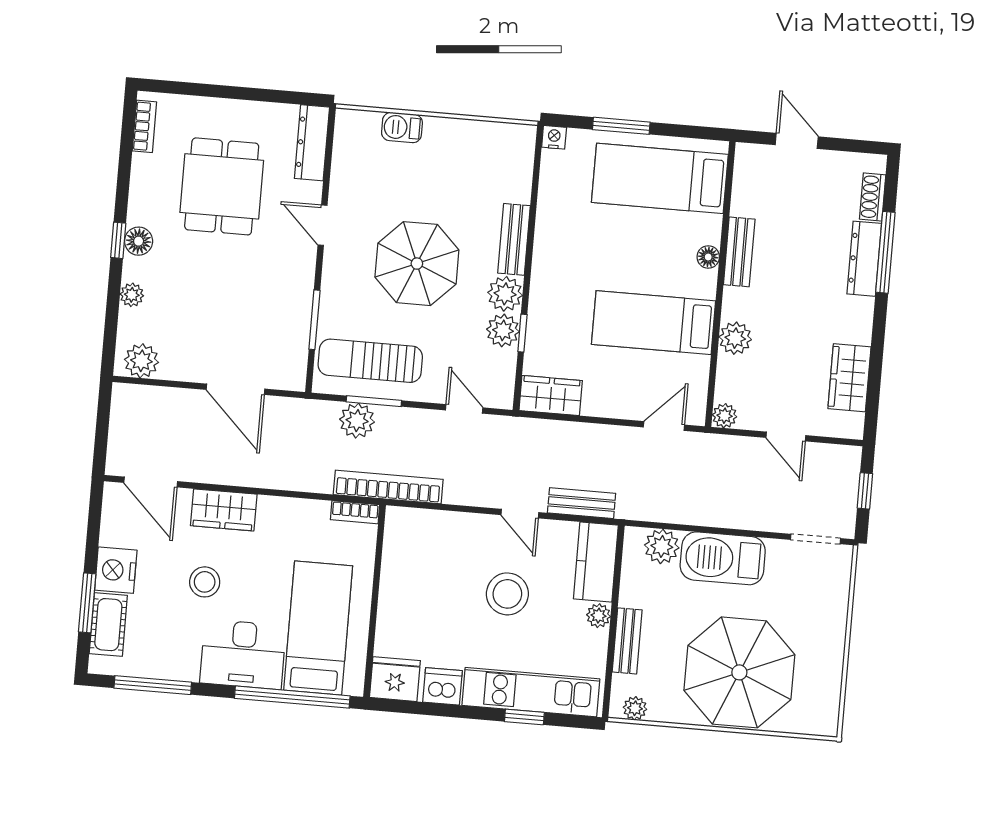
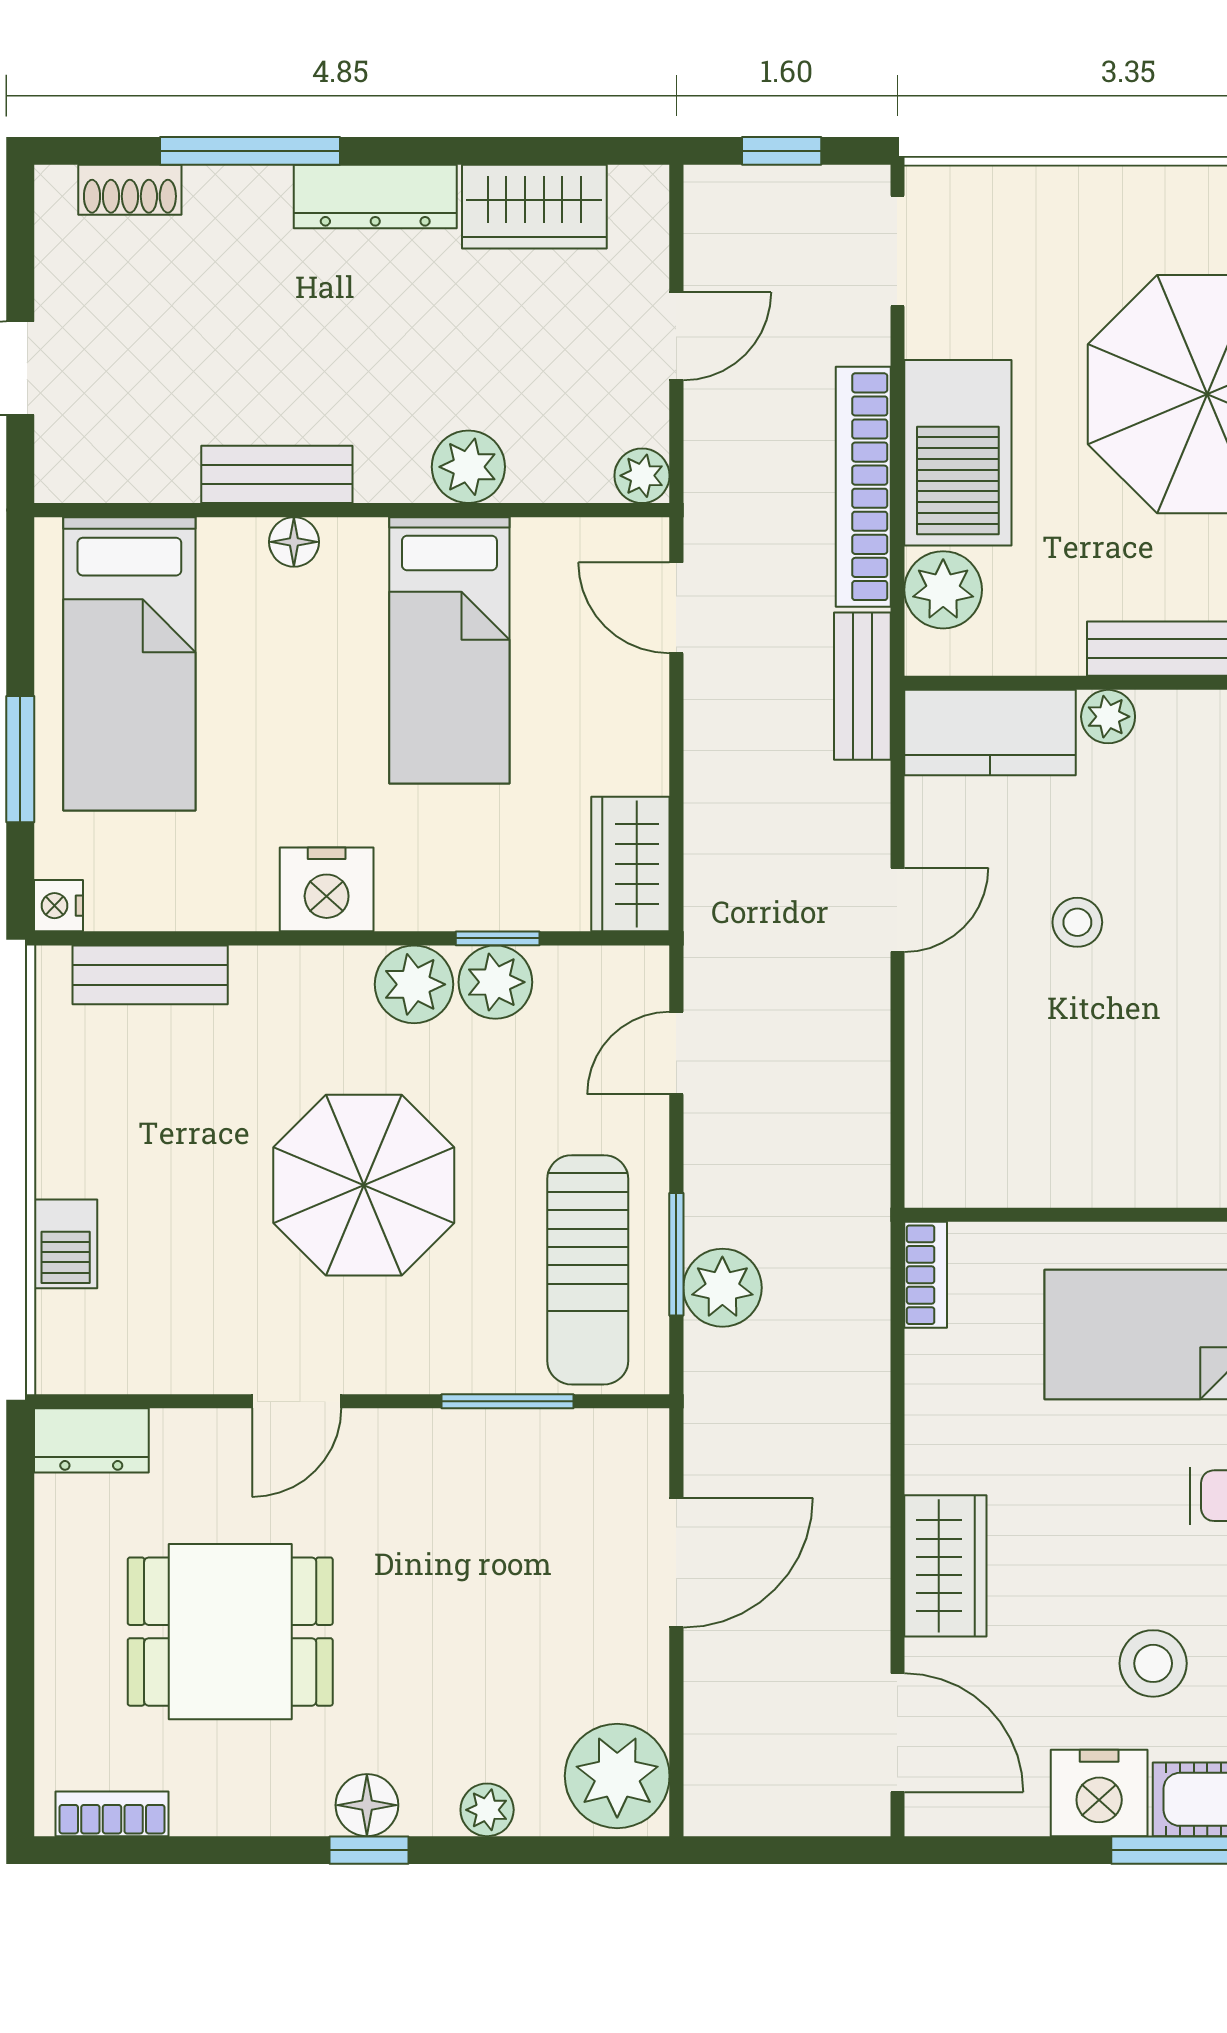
dresser: (312, 143) -> (91, 1440), width x0.70
bench: (514, 239) -> (150, 975), moved
nightstand: (551, 258) -> (327, 889), added
dresser: (864, 259) -> (375, 197), moved
plant: (141, 361) -> (617, 1776), width x1.36, depth x1.36
door: (151, 482) -> (897, 1733), hinge flipped
bookcase: (388, 487) -> (863, 487), moved
bench: (582, 503) -> (862, 686), moved
stool: (205, 582) -> (1153, 1663), moved
stool: (507, 594) -> (1077, 922), width x0.53, depth x0.53

